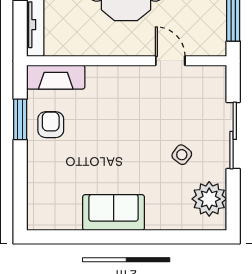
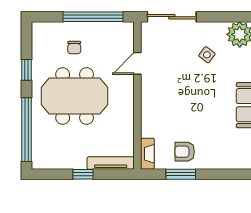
fireplace: (56, 77) -> (147, 154), width x0.73, depth x0.76
sliding door: (233, 135) -> (172, 17), moved

